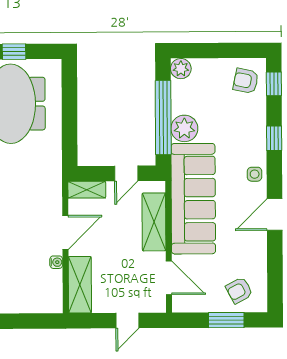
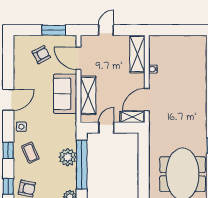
coffee table: (241, 135) -> (30, 153), added
sofa: (193, 199) -> (65, 94), width x0.54, depth x0.79
door: (65, 232) -> (147, 100), moved
armchair: (239, 290) -> (41, 55), moved
window: (226, 320) -> (54, 30), moved

